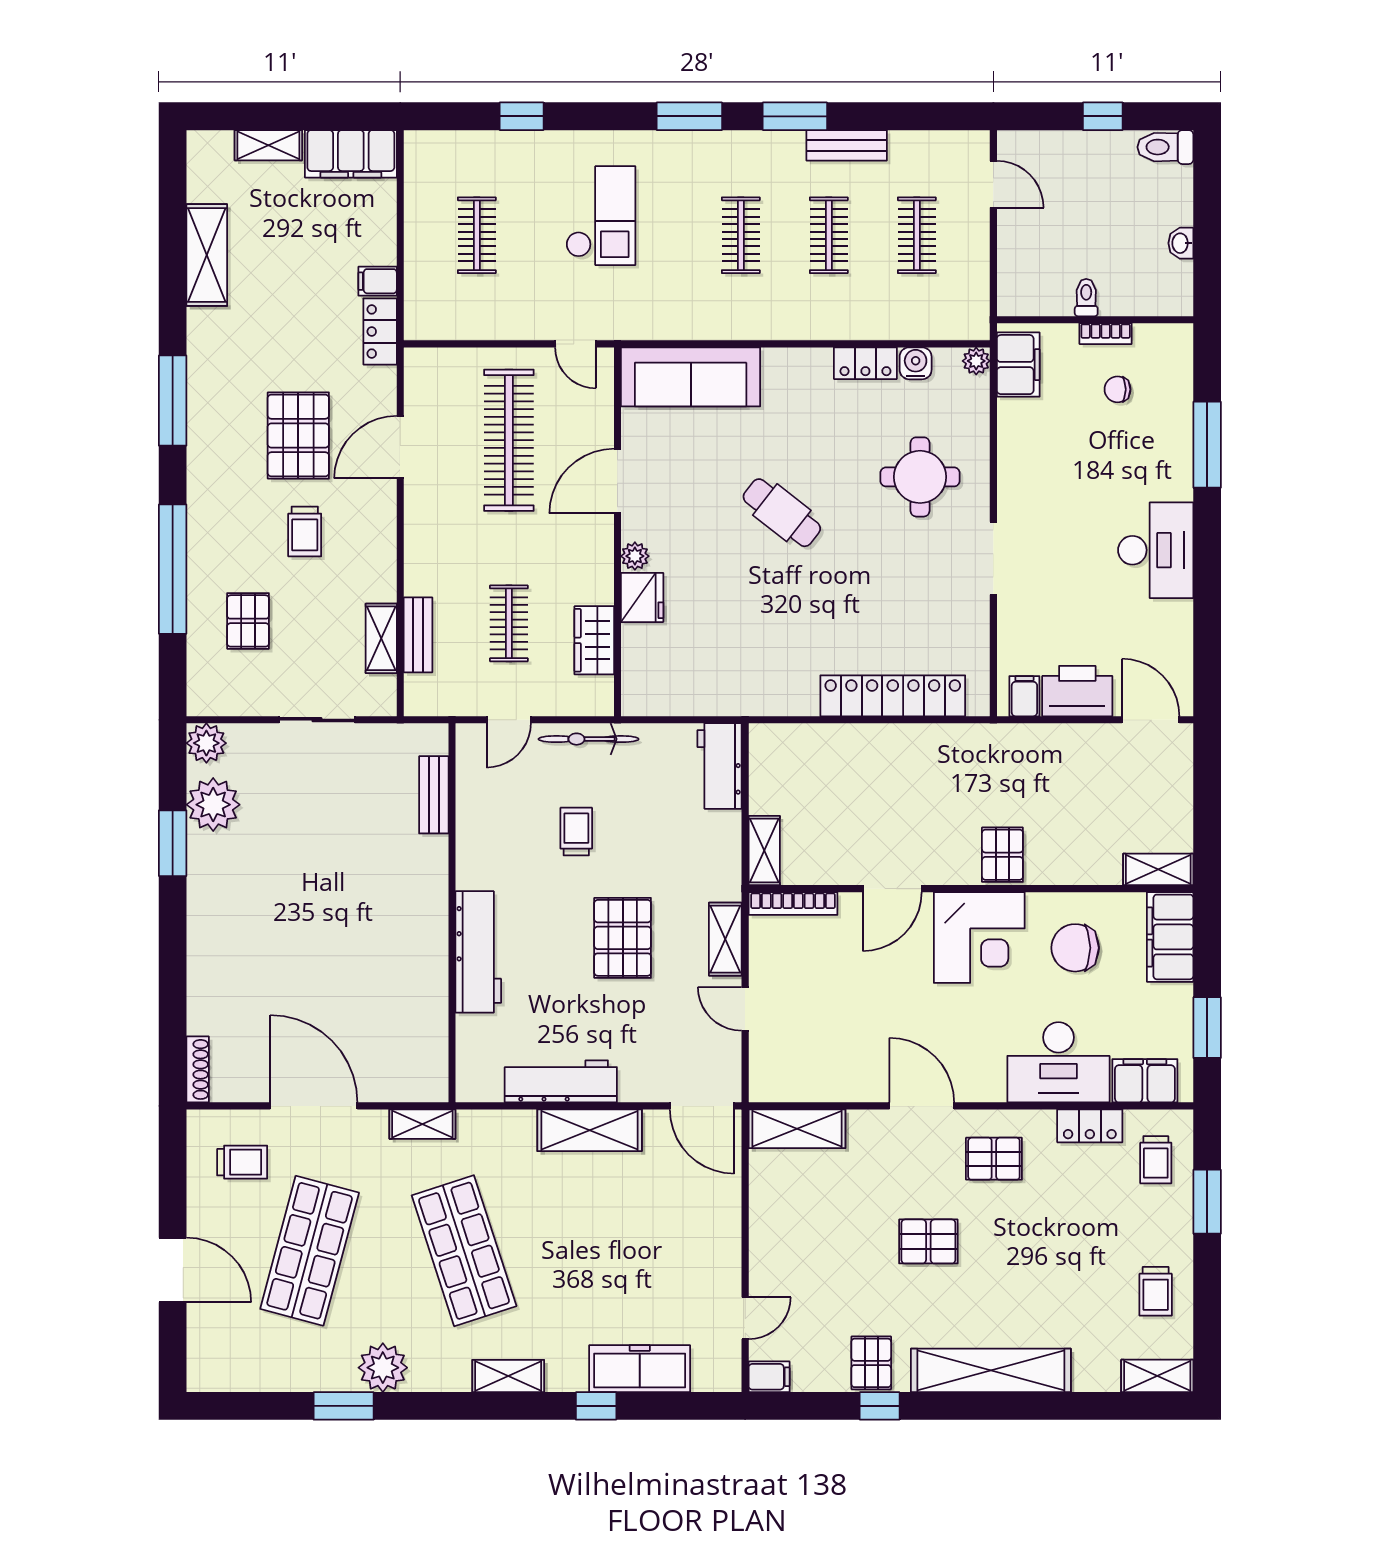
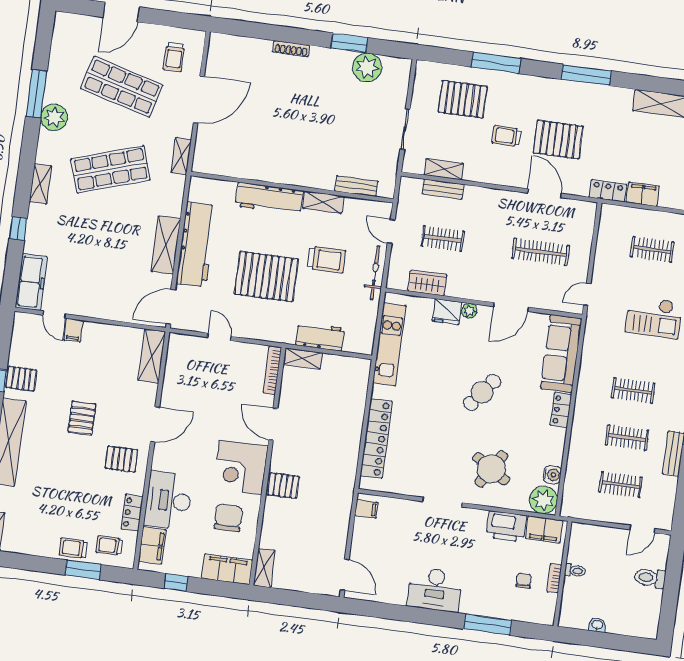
window: (1103, 116) -> (671, 593), removed
toilet: (1165, 147) -> (650, 578), moved, turned -90
filing cabinet: (378, 281) -> (643, 194), width x2.00
plant: (976, 361) -> (543, 500), width x1.88, depth x1.88
locker: (865, 363) -> (561, 410), moved
clothes rail: (509, 440) -> (540, 252), width x0.73, depth x0.76
round table: (920, 477) -> (491, 469), turned 32
door: (617, 481) -> (511, 307), swing flipped
window: (173, 569) -> (496, 63), width x0.68
pallet: (248, 621) -> (463, 99), width x1.50, depth x1.42
printer: (1077, 691) -> (506, 526), moved, turned 90
kitchen unit: (716, 695) -> (389, 344), added
door: (1151, 720) -> (345, 575), hinge flipped
plant: (206, 743) -> (400, 68), removed
workbench: (720, 766) -> (320, 337), moved
trolley: (576, 832) -> (326, 259), width x1.36, depth x1.39
pallet: (623, 938) -> (266, 277), width x1.37, depth x1.41
shelving: (725, 939) -> (323, 202), moved
door: (745, 1009) -> (219, 337), hinge flipped
window: (1207, 1028) -> (176, 582), width x0.67
shoe rack: (198, 1069) -> (291, 49), moved
workbench: (561, 1081) -> (196, 245), width x1.36, depth x1.32
pallet: (994, 1159) -> (121, 459), turned 90
trolley: (1156, 1291) -> (73, 548), moved
freezer: (640, 1369) -> (31, 282), moved
filing cabinet: (769, 1377) -> (73, 330), moved
window: (344, 1406) -> (36, 94), width x1.44

